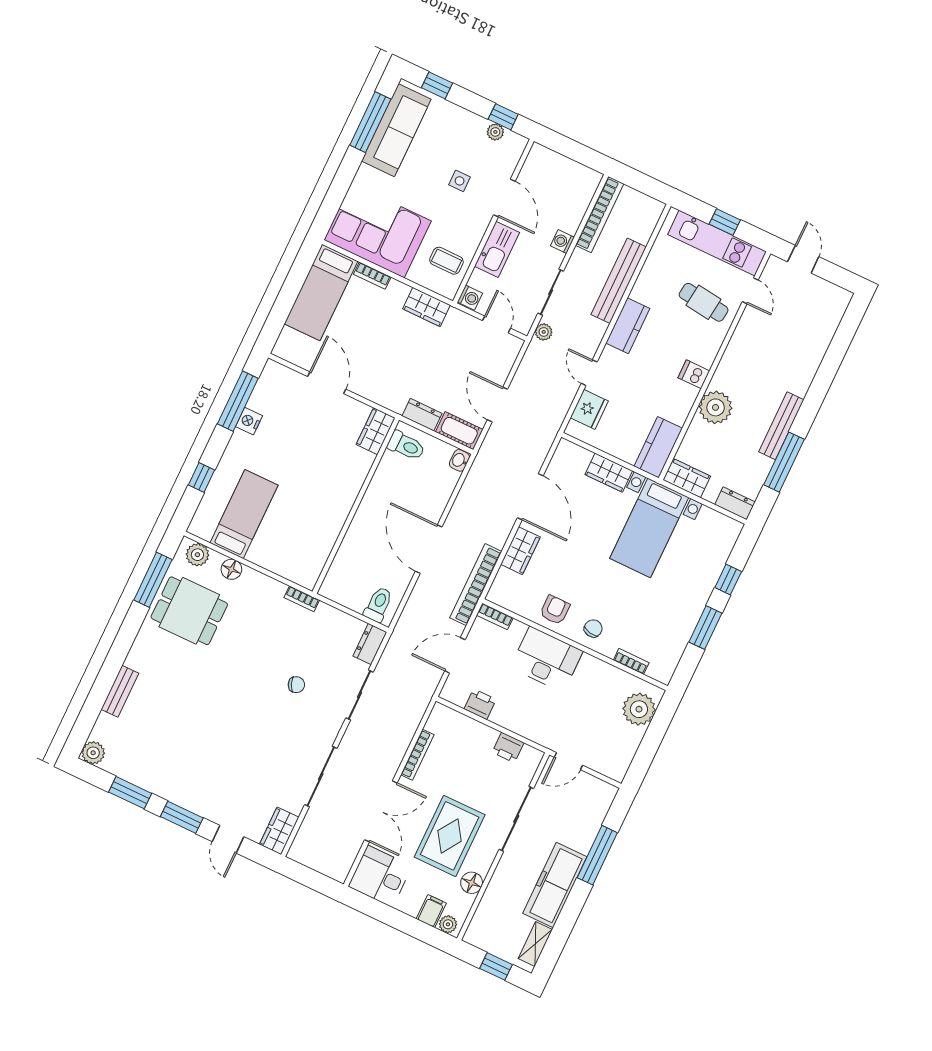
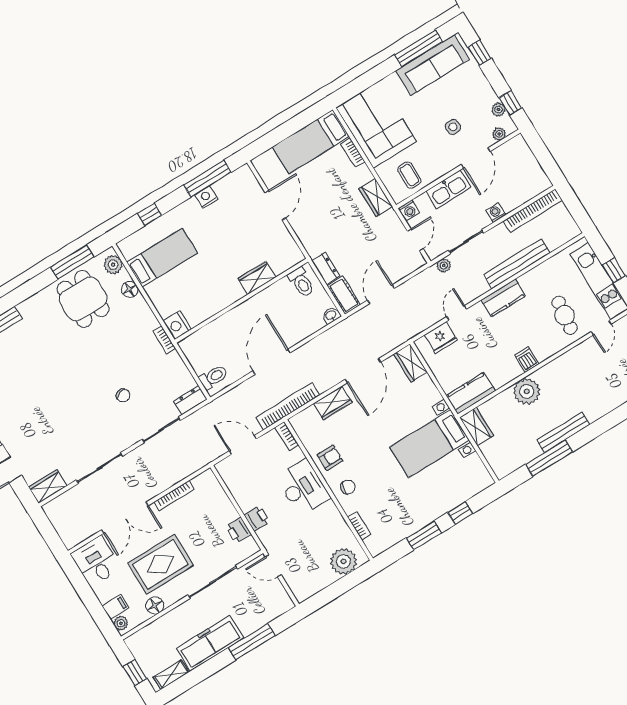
plant: (512, 157) -> (499, 134), added
wardrobe: (376, 431) -> (257, 278), moved
wardrobe: (609, 473) -> (410, 363), moved
dresser: (735, 503) -> (498, 465), removed
nightstand: (305, 575) -> (177, 325), added
printer: (480, 704) -> (257, 519), moved

